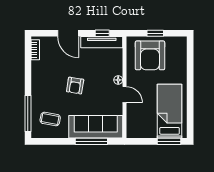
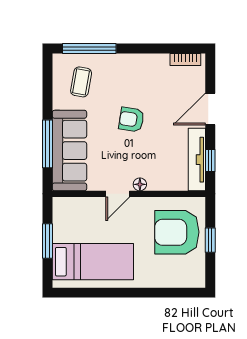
window: (169, 141) -> (47, 241), moved

